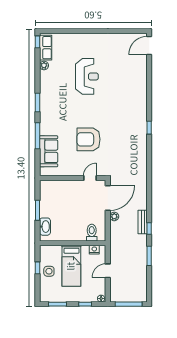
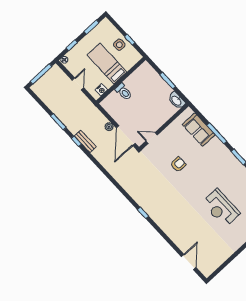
door: (149, 46) -> (189, 262), moved
armchair: (89, 139) -> (178, 164), width x0.53, depth x0.53
door: (90, 178) -> (152, 138), swing flipped
washbasin: (45, 227) -> (176, 101), moved
toilet: (92, 233) -> (124, 92), moved

